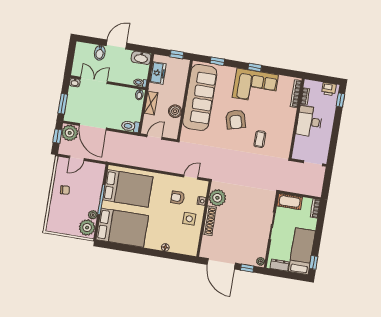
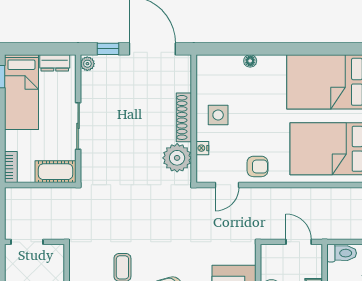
door: (154, 137) -> (299, 242), swing flipped
armchair: (178, 198) -> (257, 166), moved

